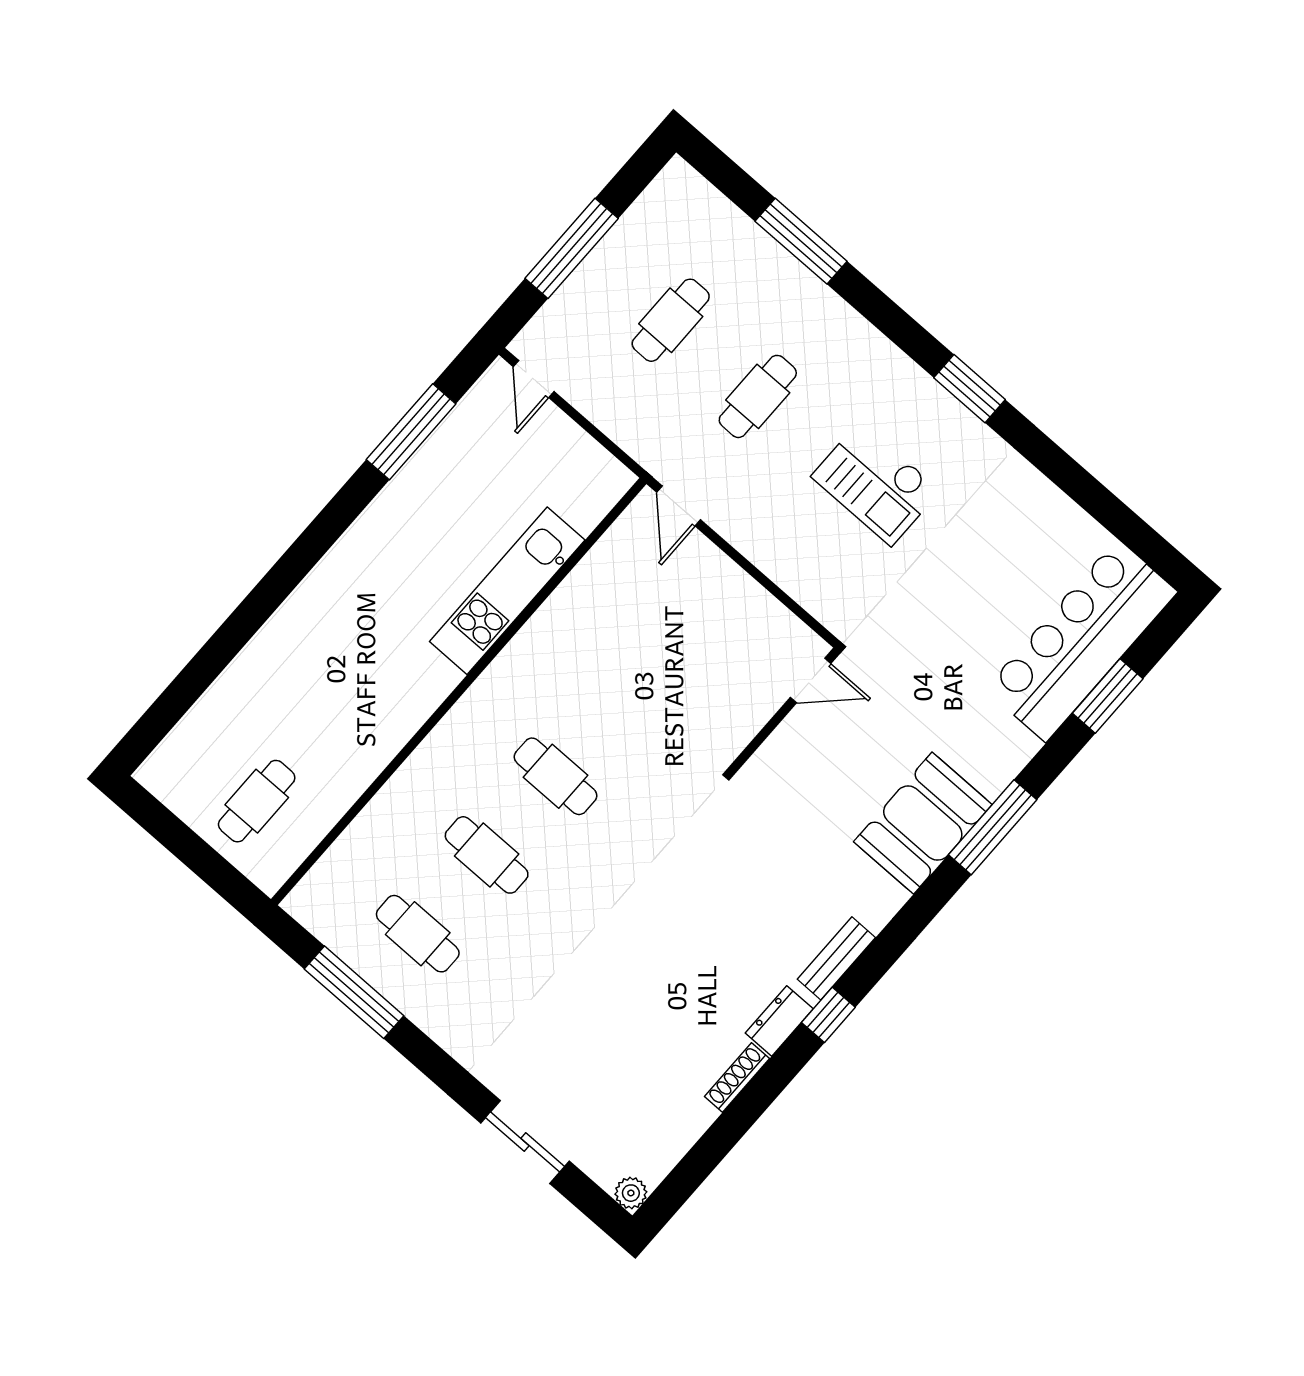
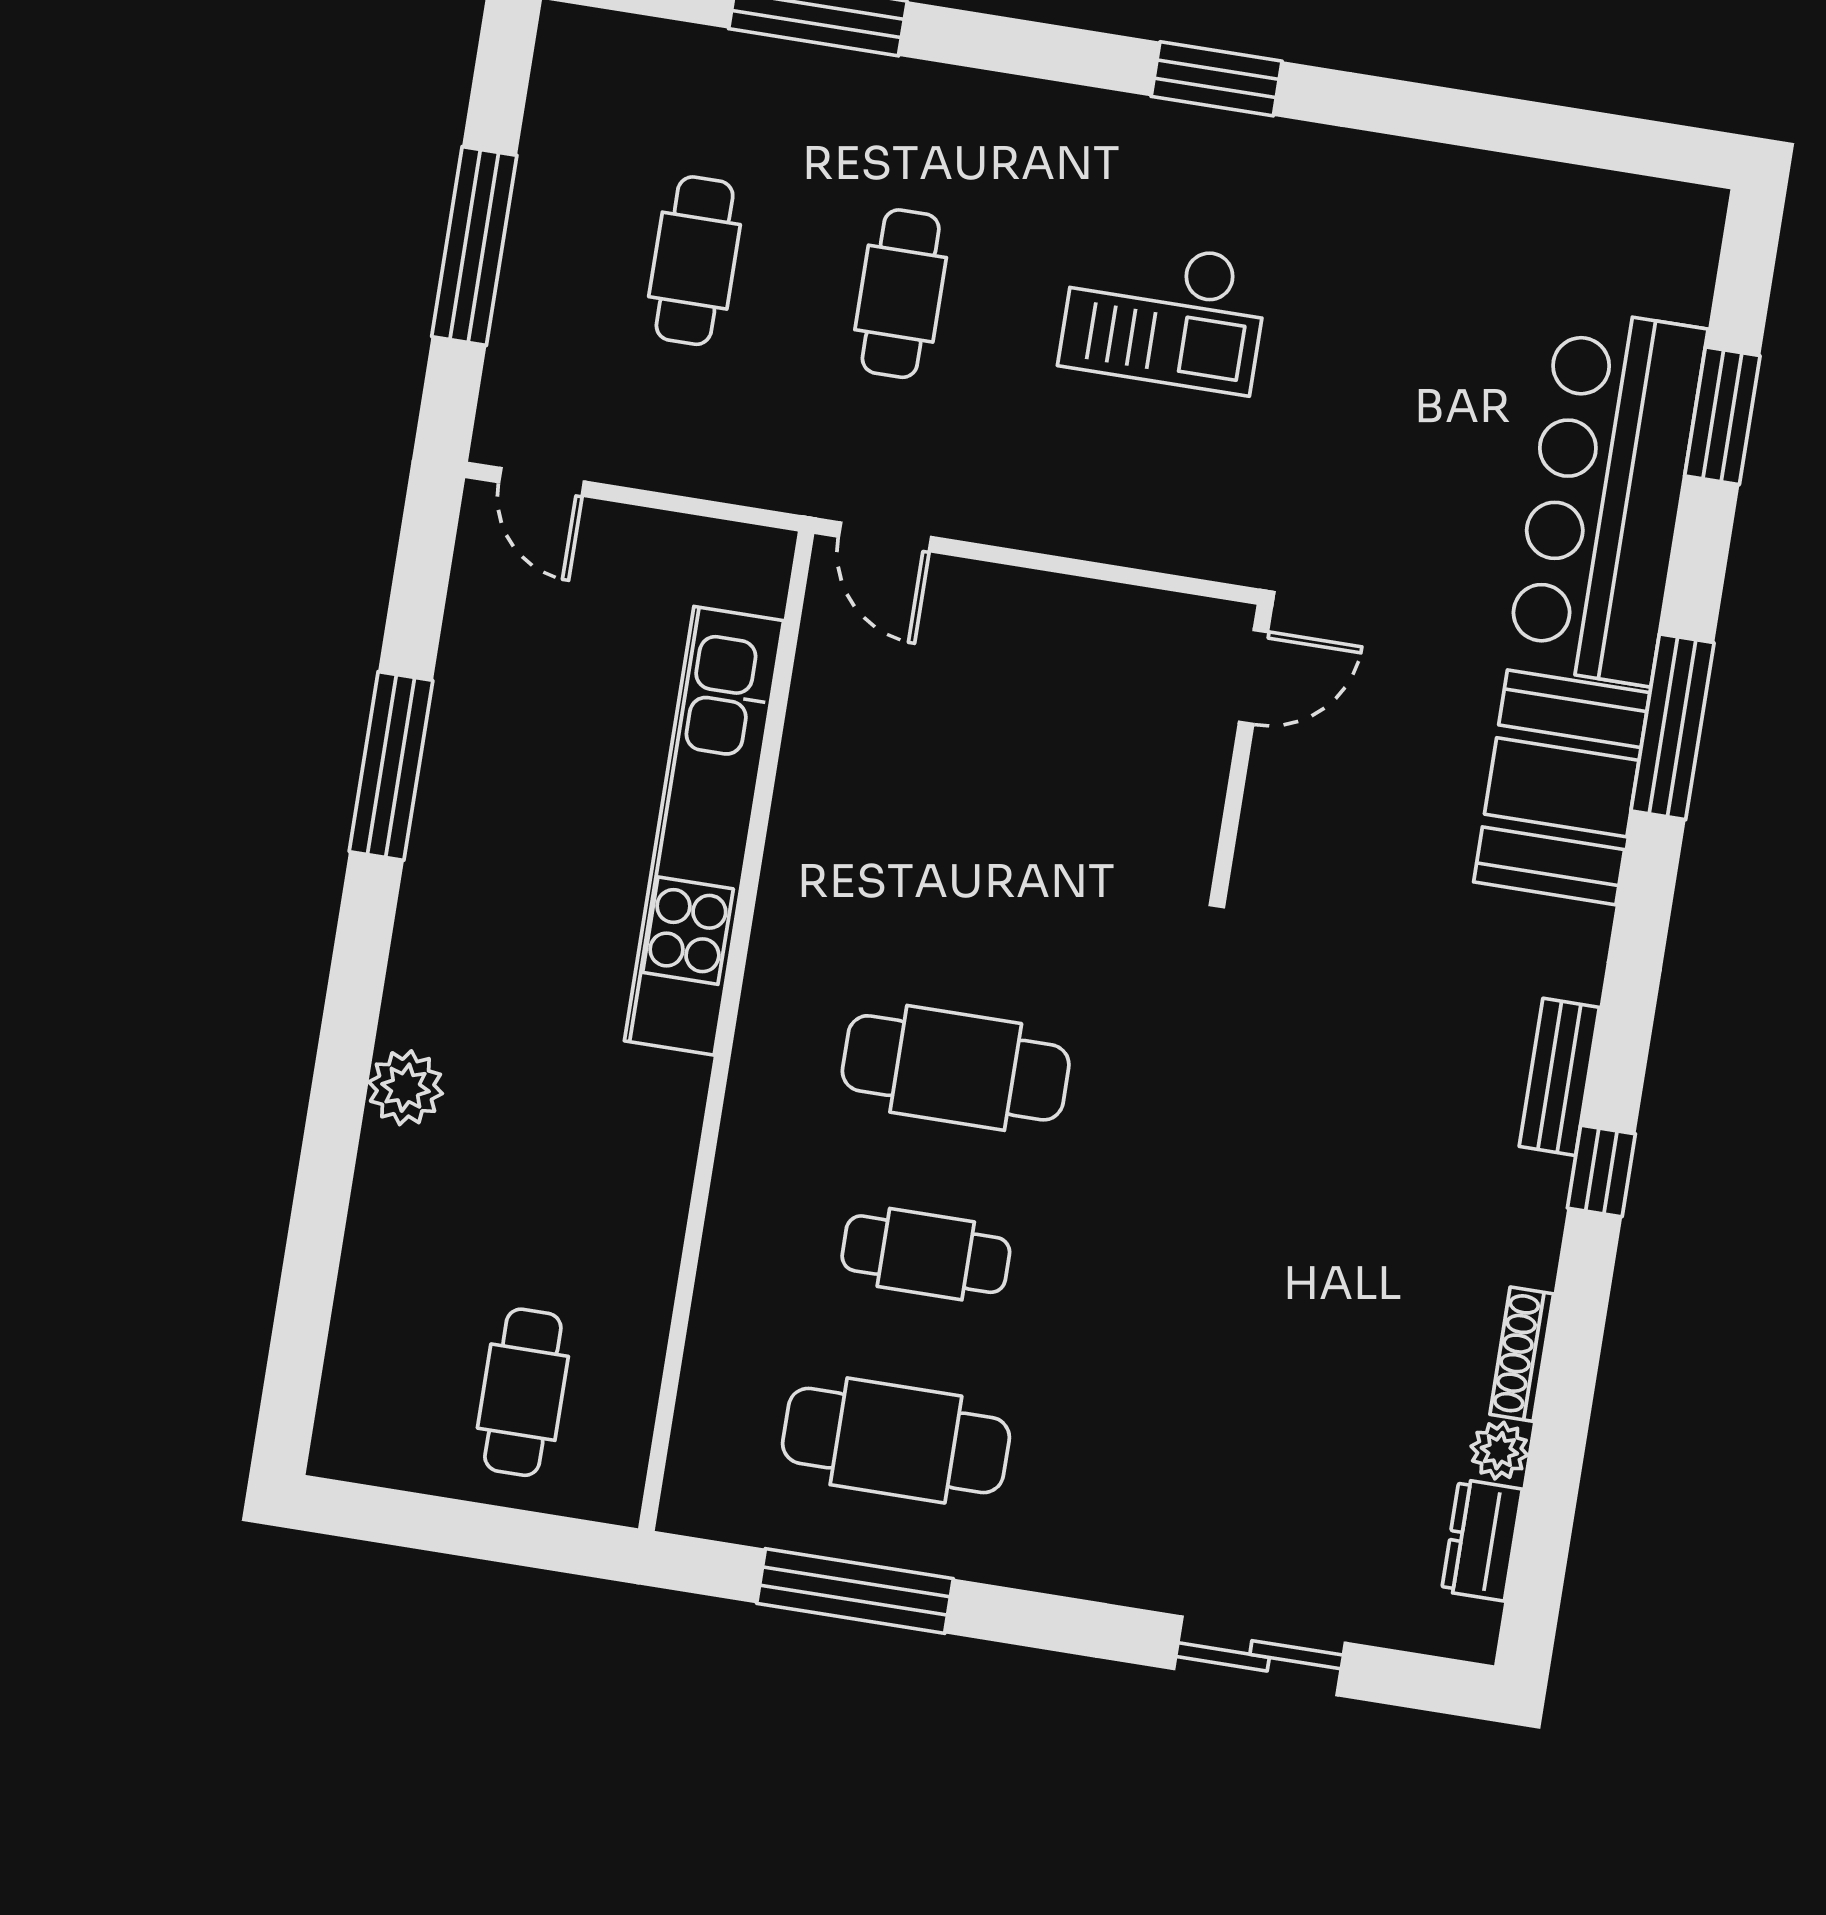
window: (411, 432) -> (391, 766), moved
kitchen unit: (507, 591) -> (704, 831), width x1.36
plant: (291, 623) -> (405, 1088), added
bar counter: (1081, 641) -> (1607, 496), moved
cafe table: (556, 776) -> (956, 1068), width x1.37, depth x1.35
cafe table: (418, 934) -> (896, 1440), width x1.37, depth x1.35
dresser: (779, 1021) -> (1482, 1540), moved
plant: (631, 1193) -> (1499, 1451), moved

